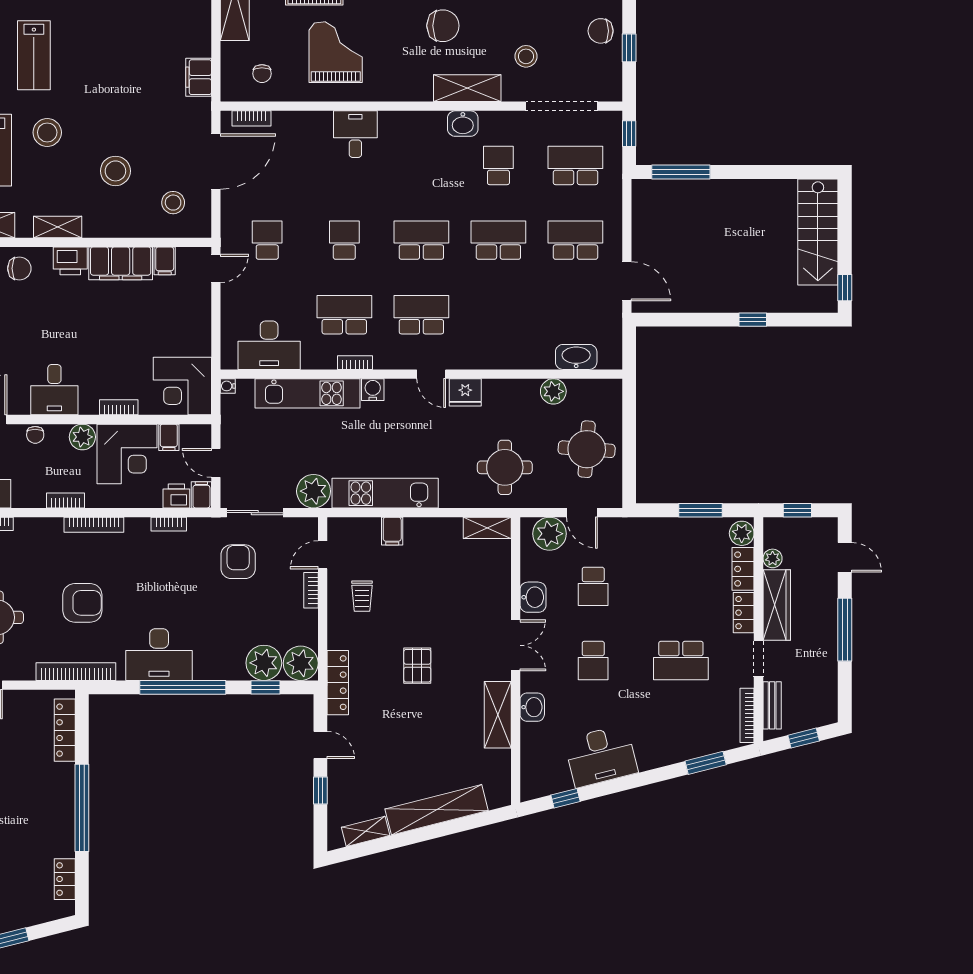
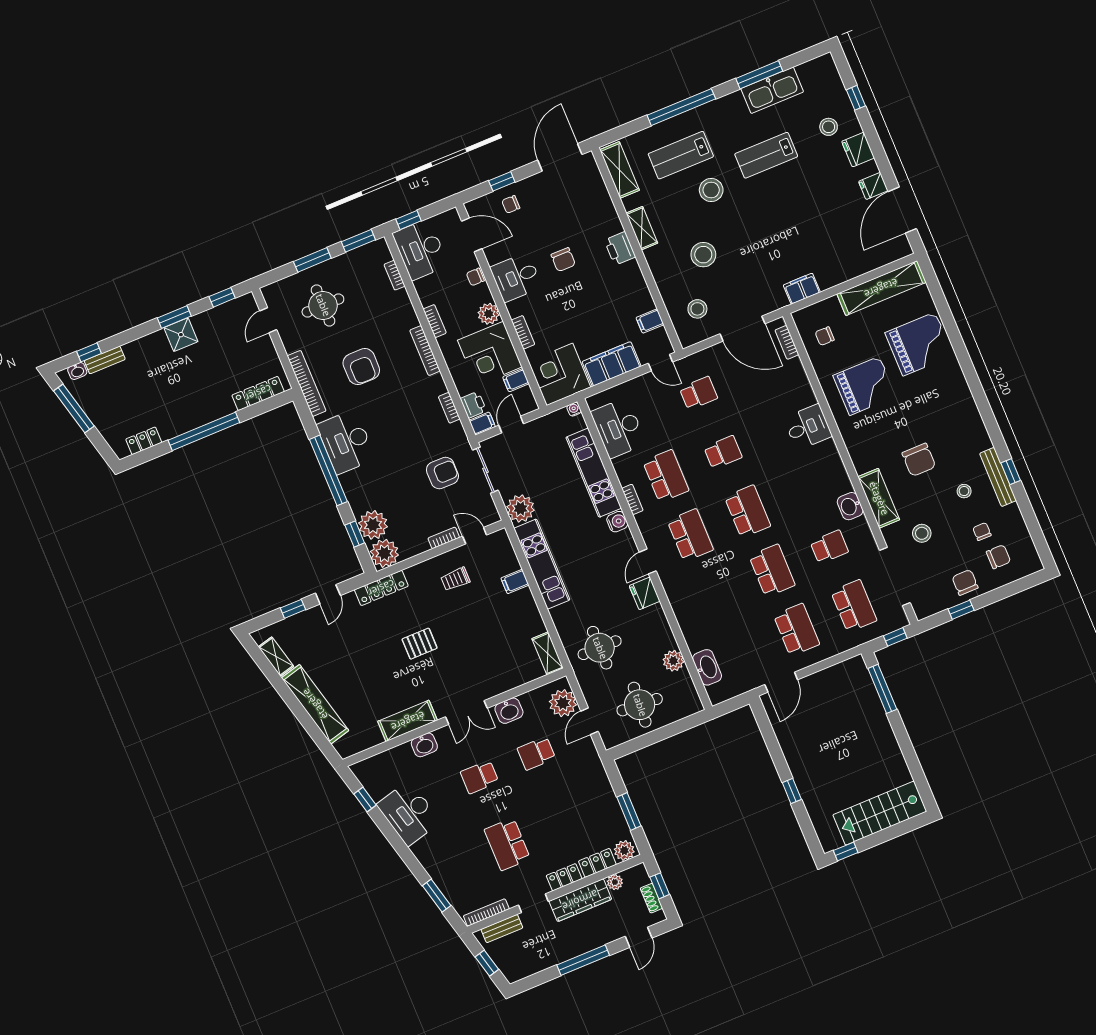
filing cabinet: (121, 263) -> (612, 364), moved, turned 90
chair: (19, 268) -> (563, 260), moved
shoe rack: (807, 525) -> (651, 898), added

